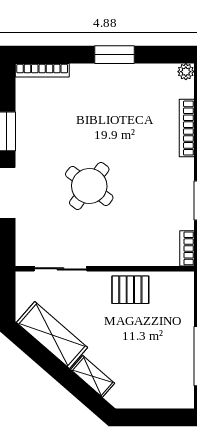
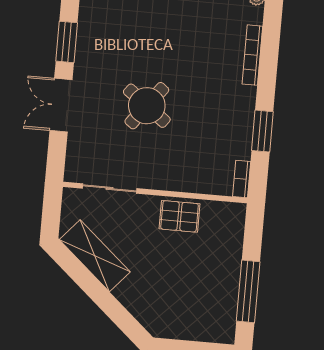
shelving: (93, 376) -> (133, 302), removed

